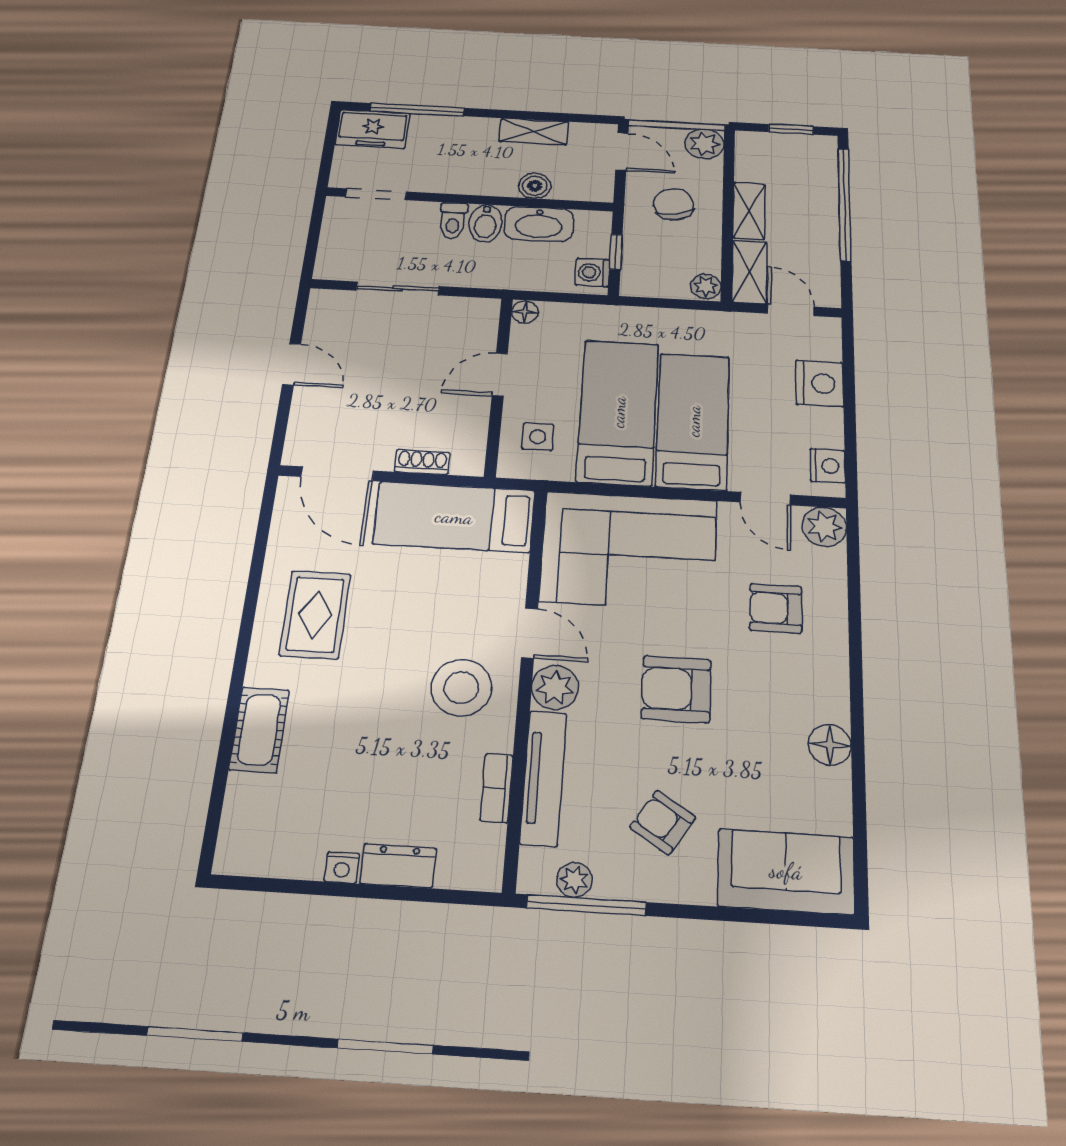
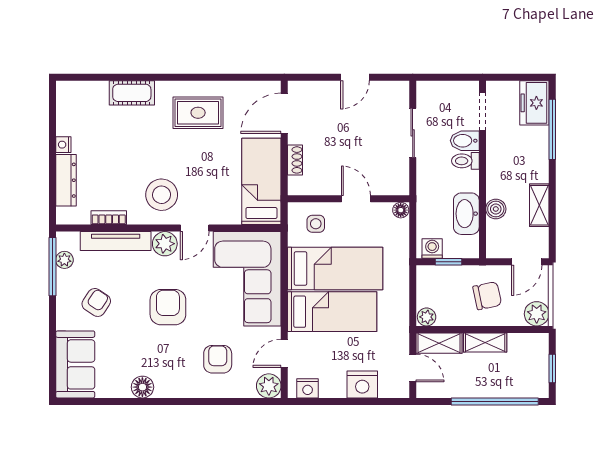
bidet: (486, 223) -> (465, 141), moved
door: (791, 310) -> (413, 368), hinge flipped
dresser: (398, 866) -> (66, 180), width x1.44

